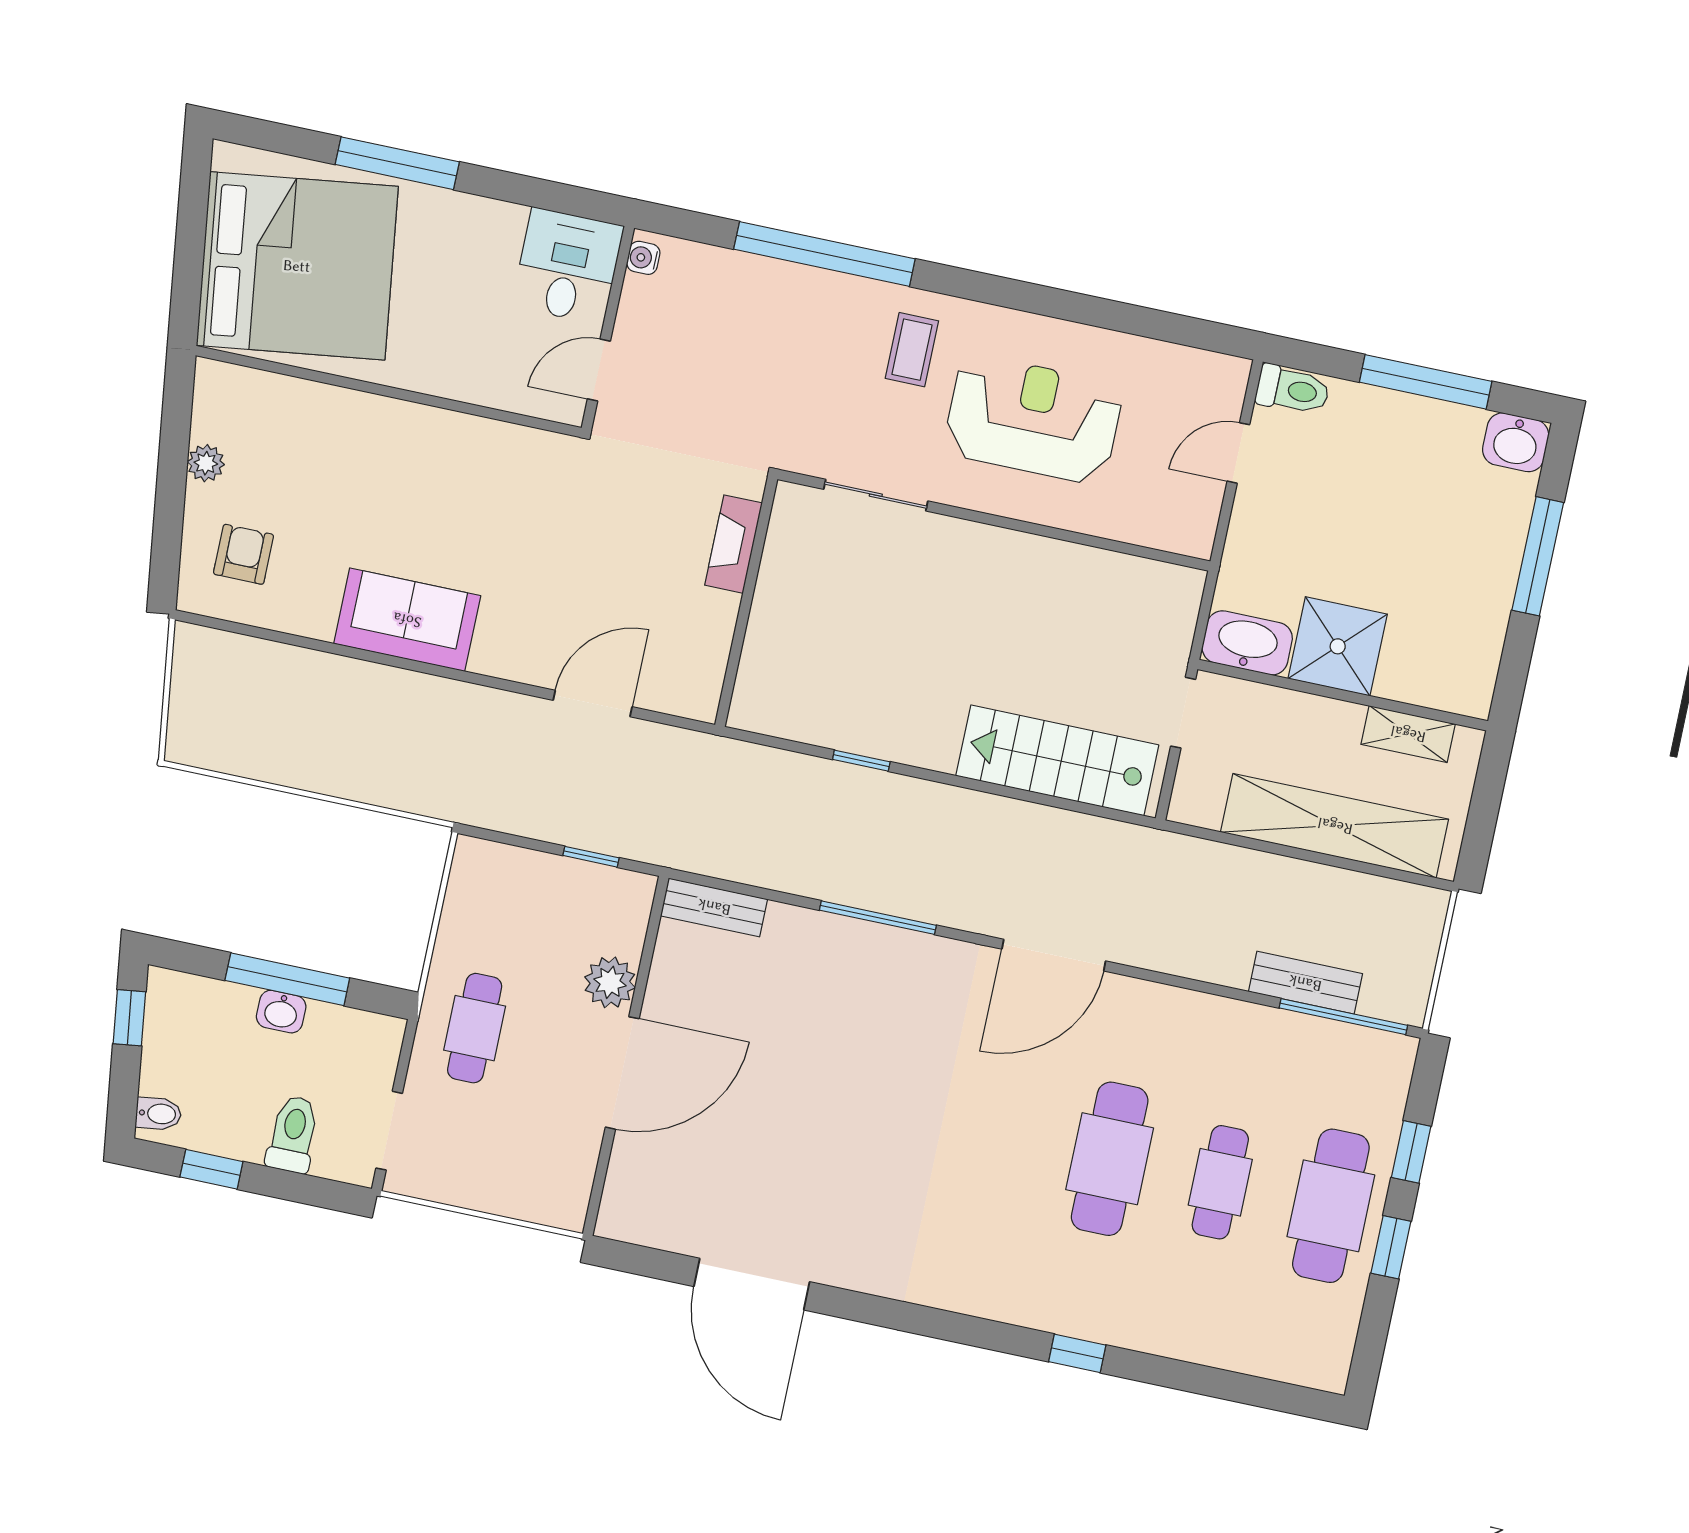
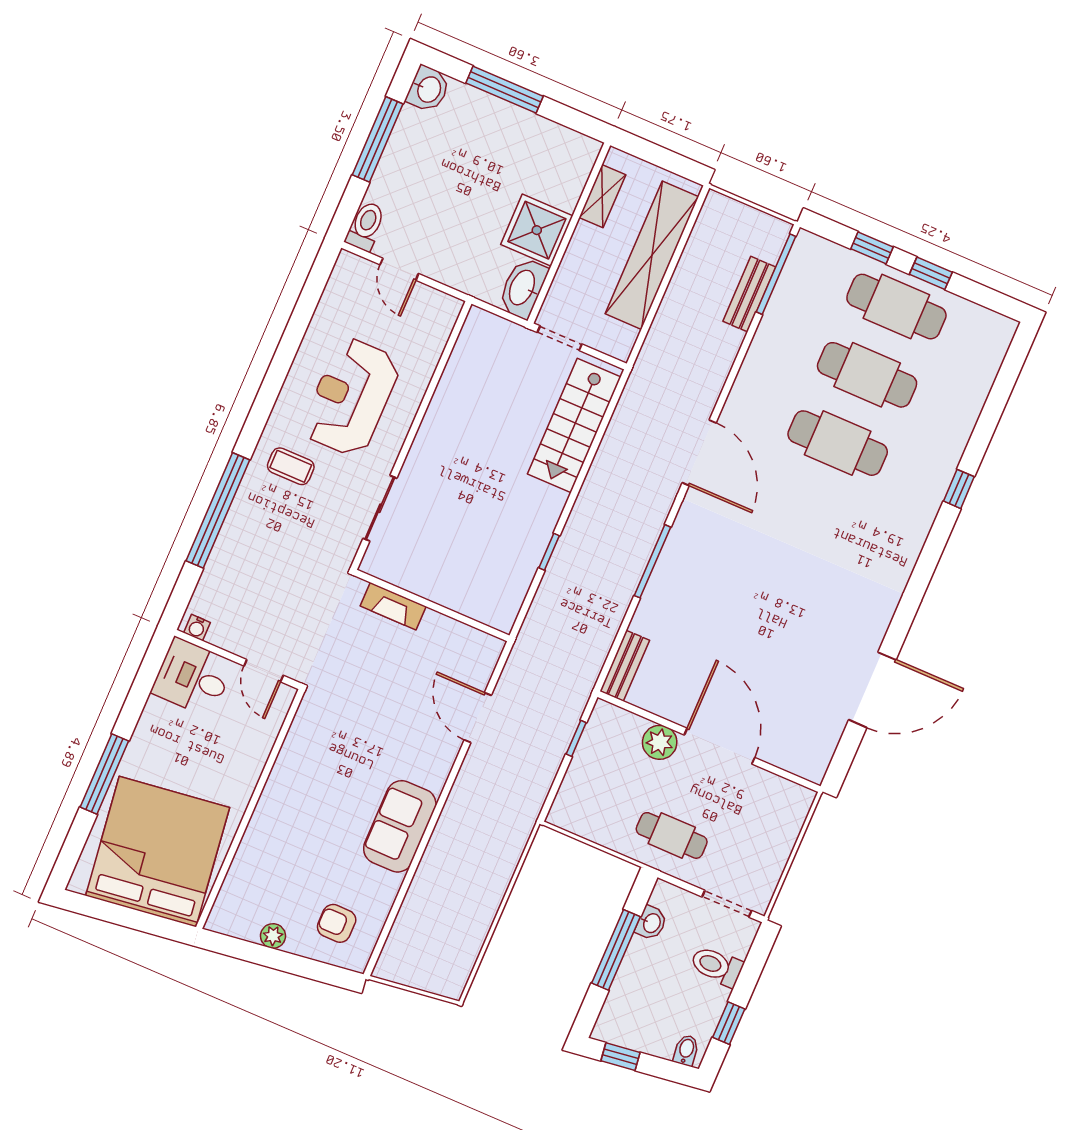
washbasin: (281, 1012) -> (651, 923), moved
cafe table: (1220, 1182) -> (867, 375), width x1.37, depth x1.35

